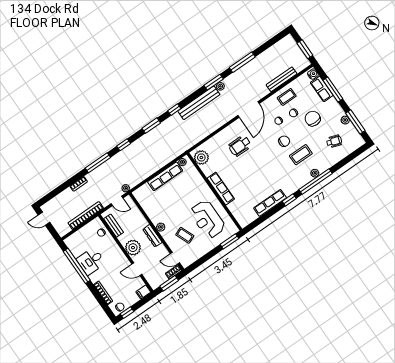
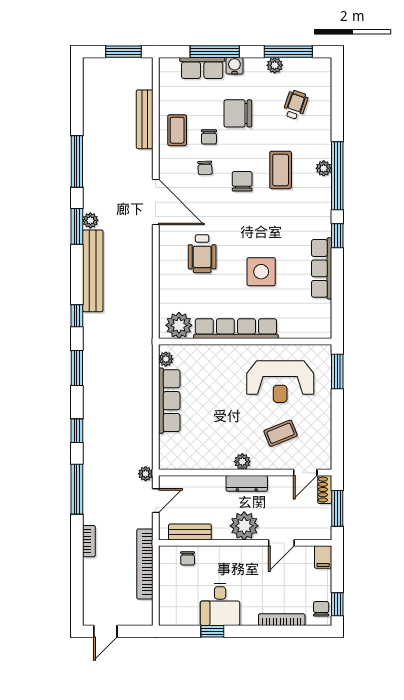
water cooler: (313, 74) -> (234, 66), moved
side table: (250, 177) -> (261, 272), added
row of seats: (221, 189) -> (236, 329), width x1.36
window: (77, 266) -> (212, 631), width x0.32

